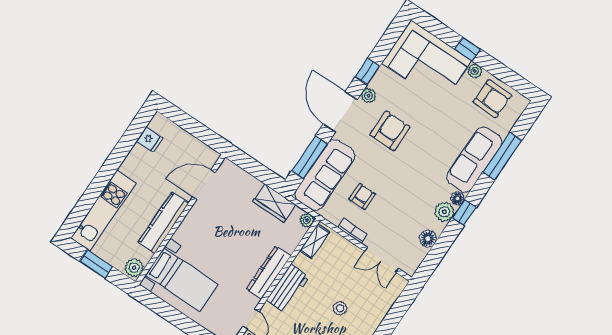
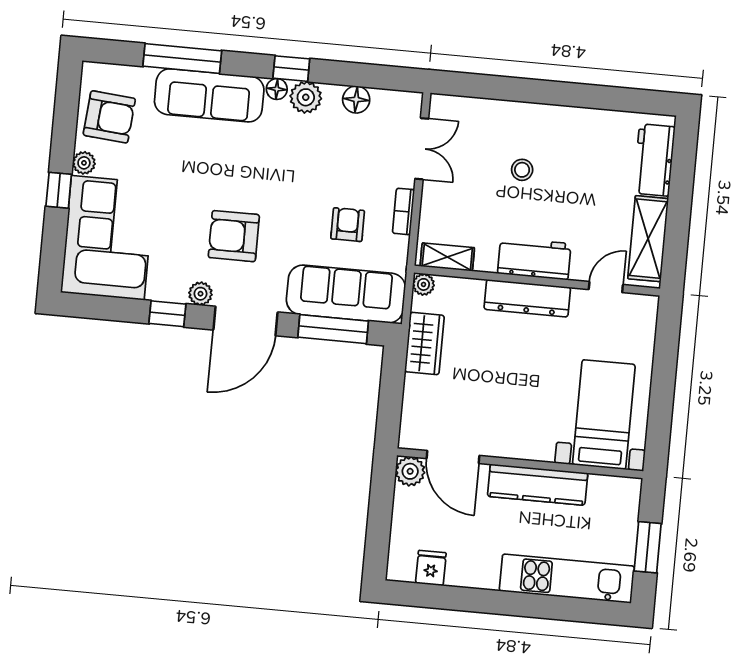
armchair: (492, 99) -> (109, 117), turned 94
armchair: (362, 197) -> (348, 225), turned 90
plant: (134, 268) -> (410, 471), moved

